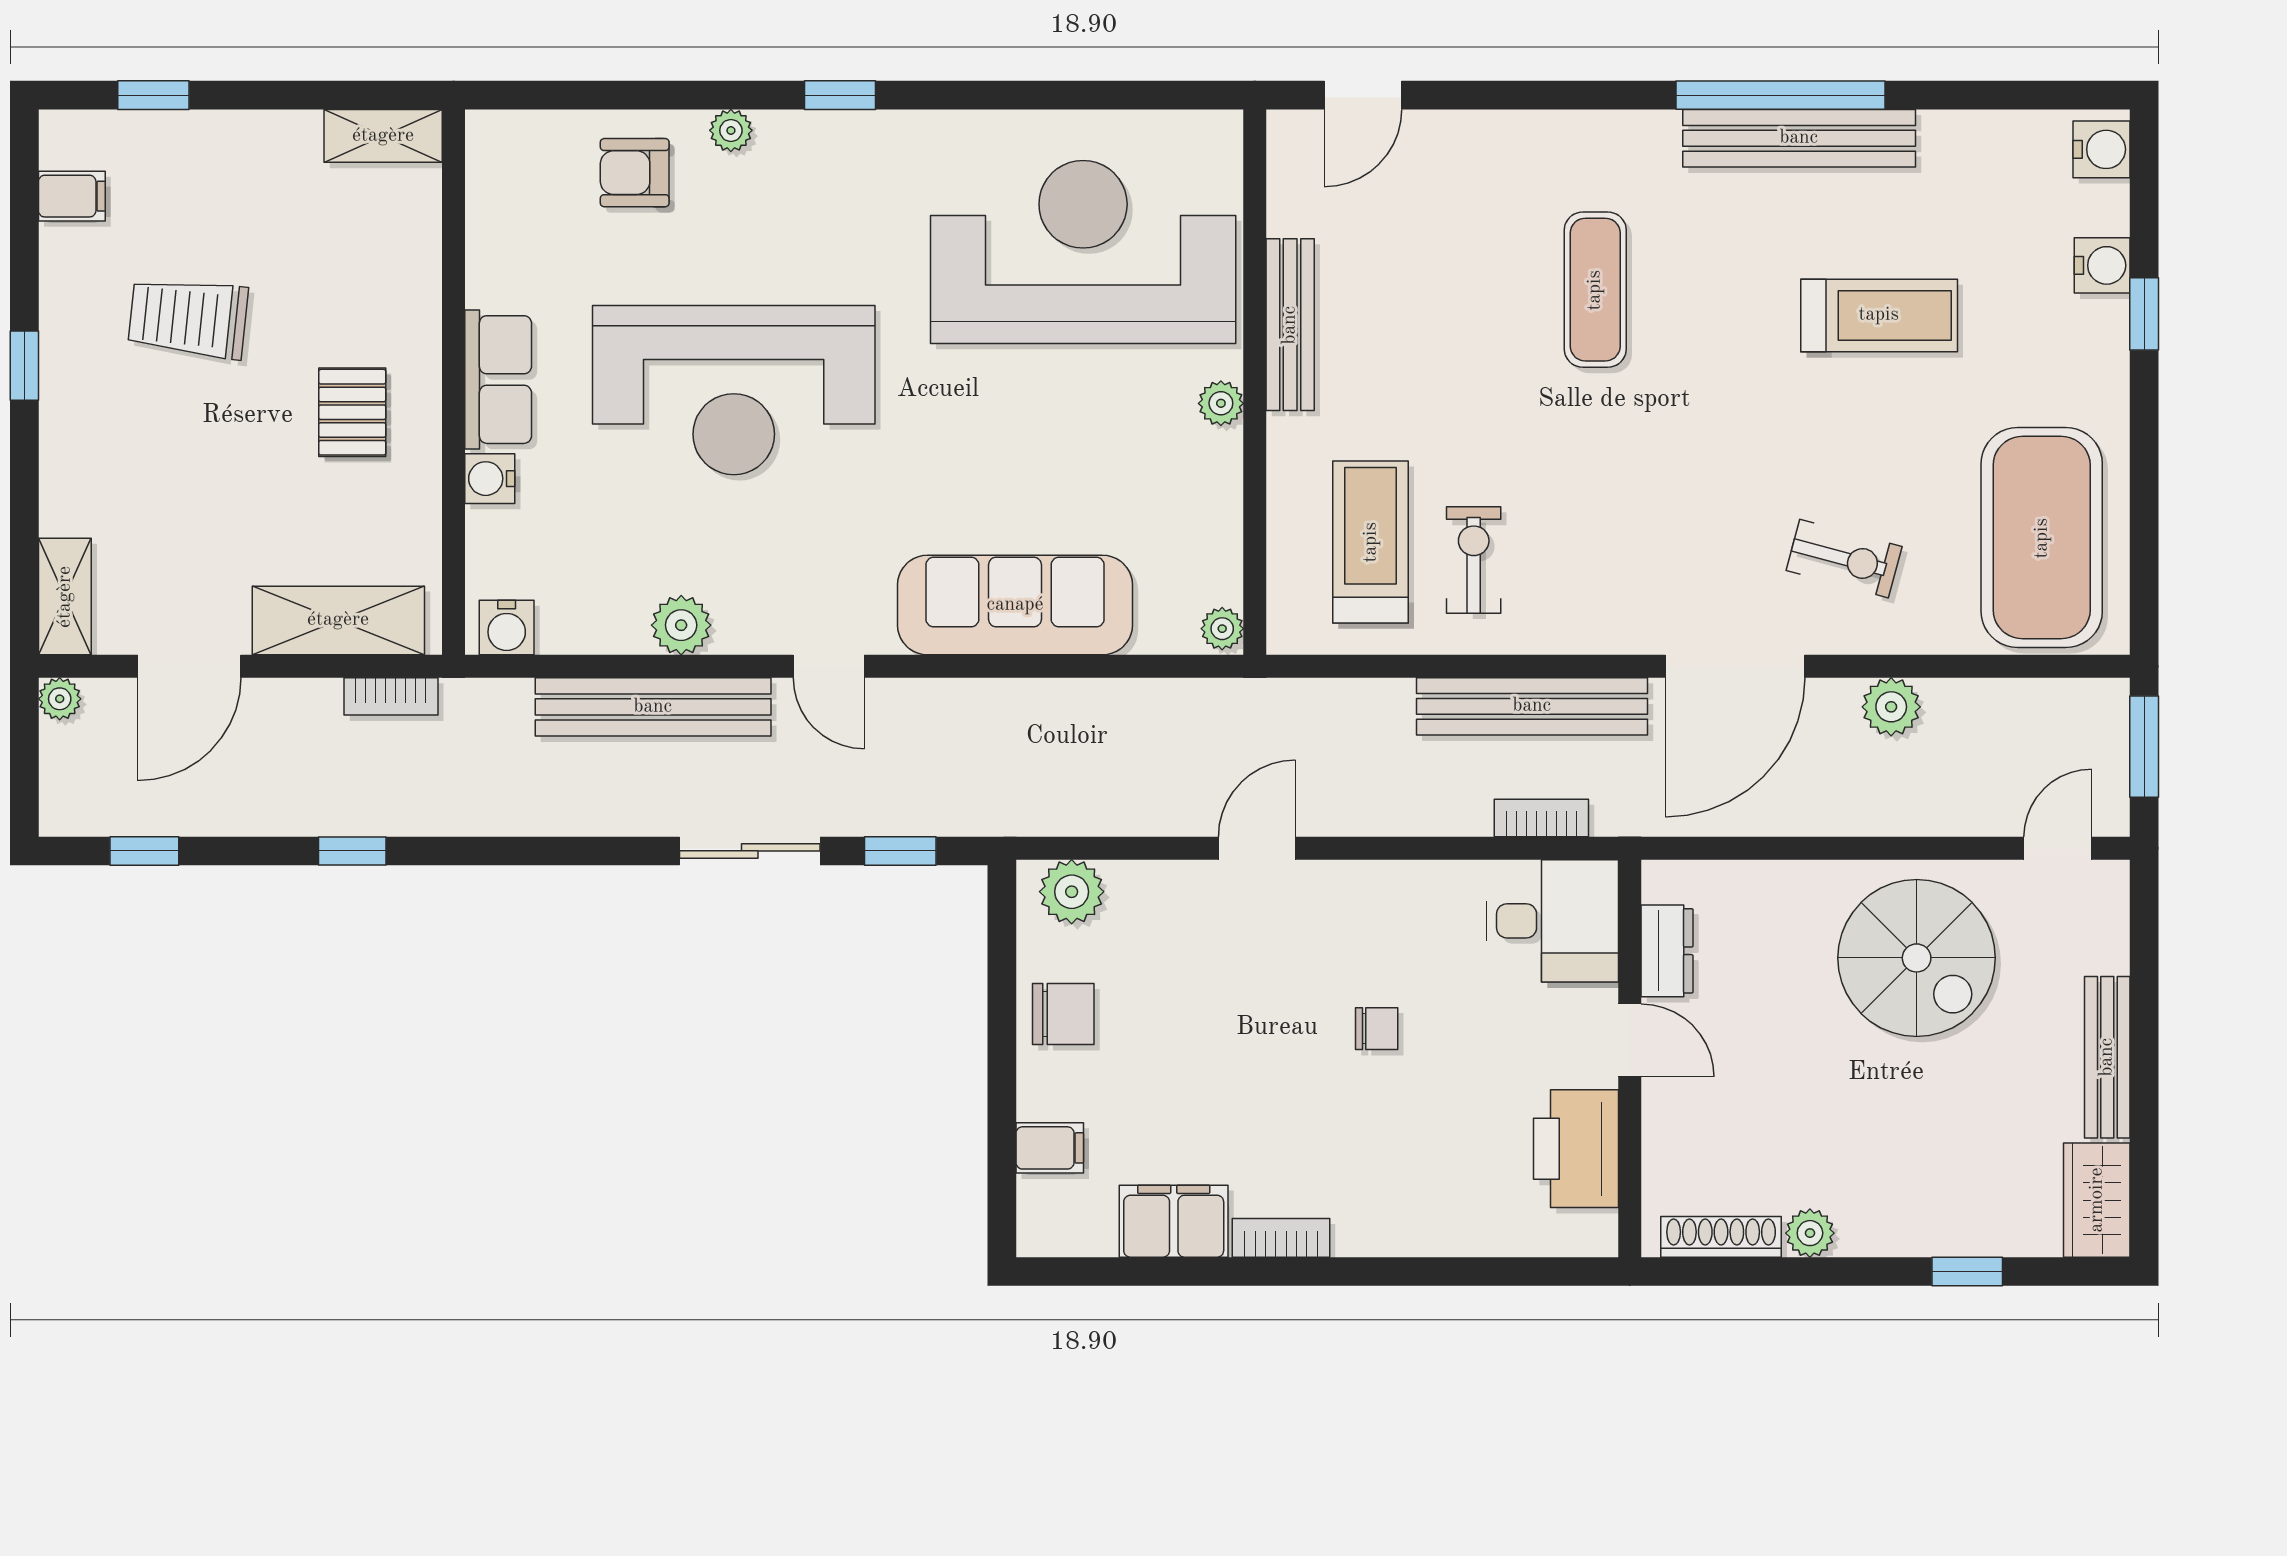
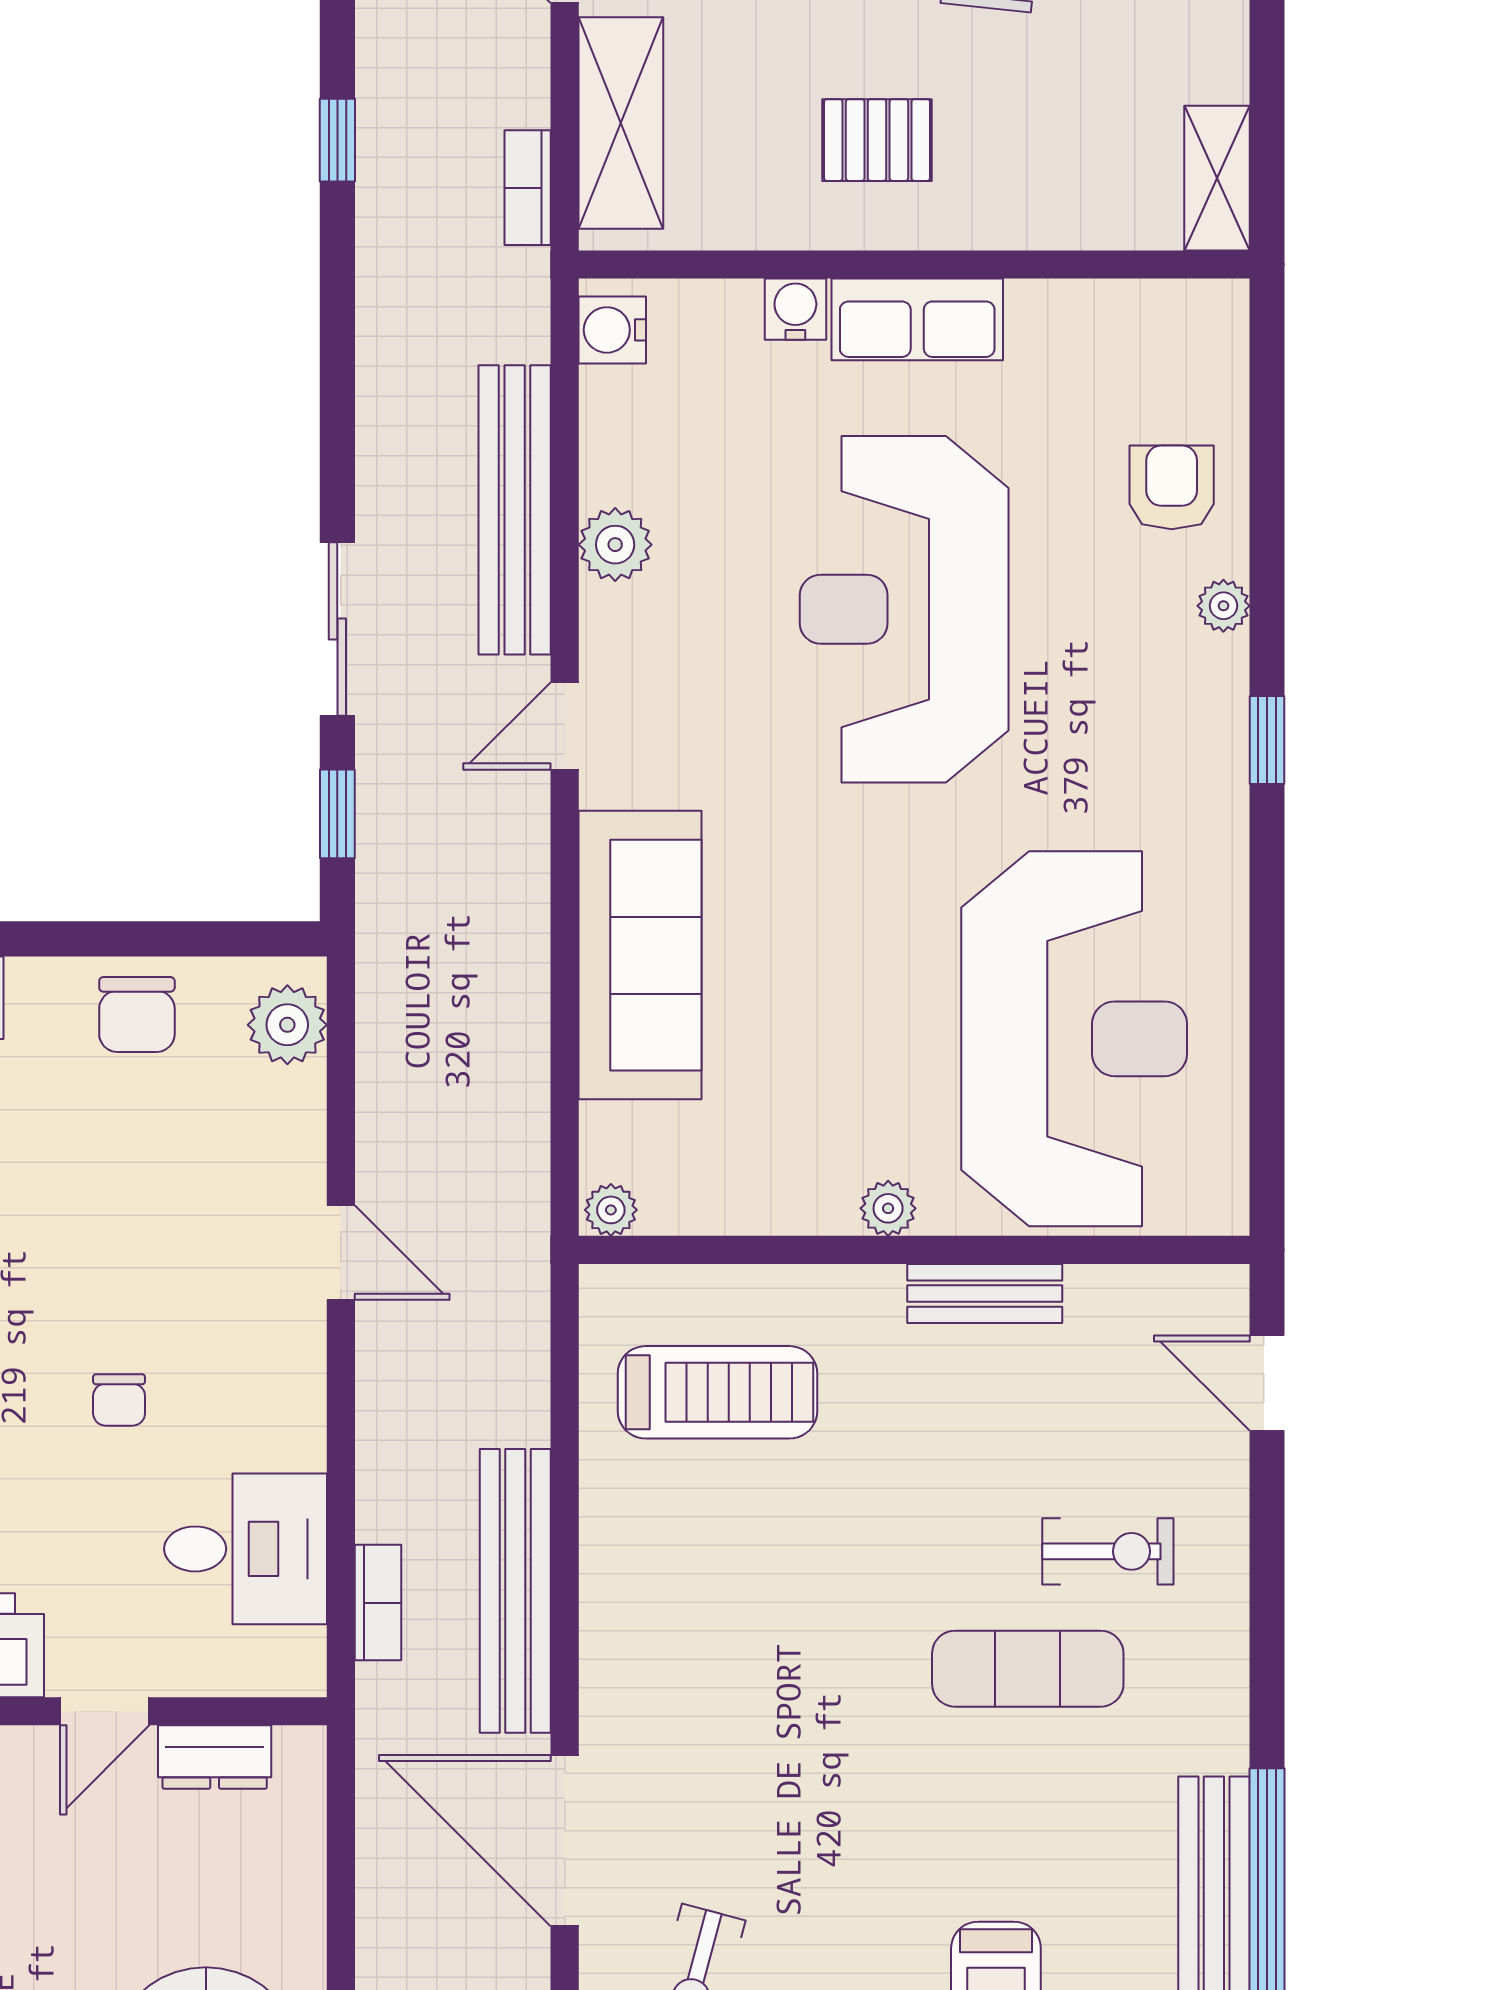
bench: (1290, 325) -> (985, 1294), width x0.73
exercise bike: (1474, 560) -> (1108, 1551), moved
desk: (1552, 921) -> (246, 1549), moved, turned -90

